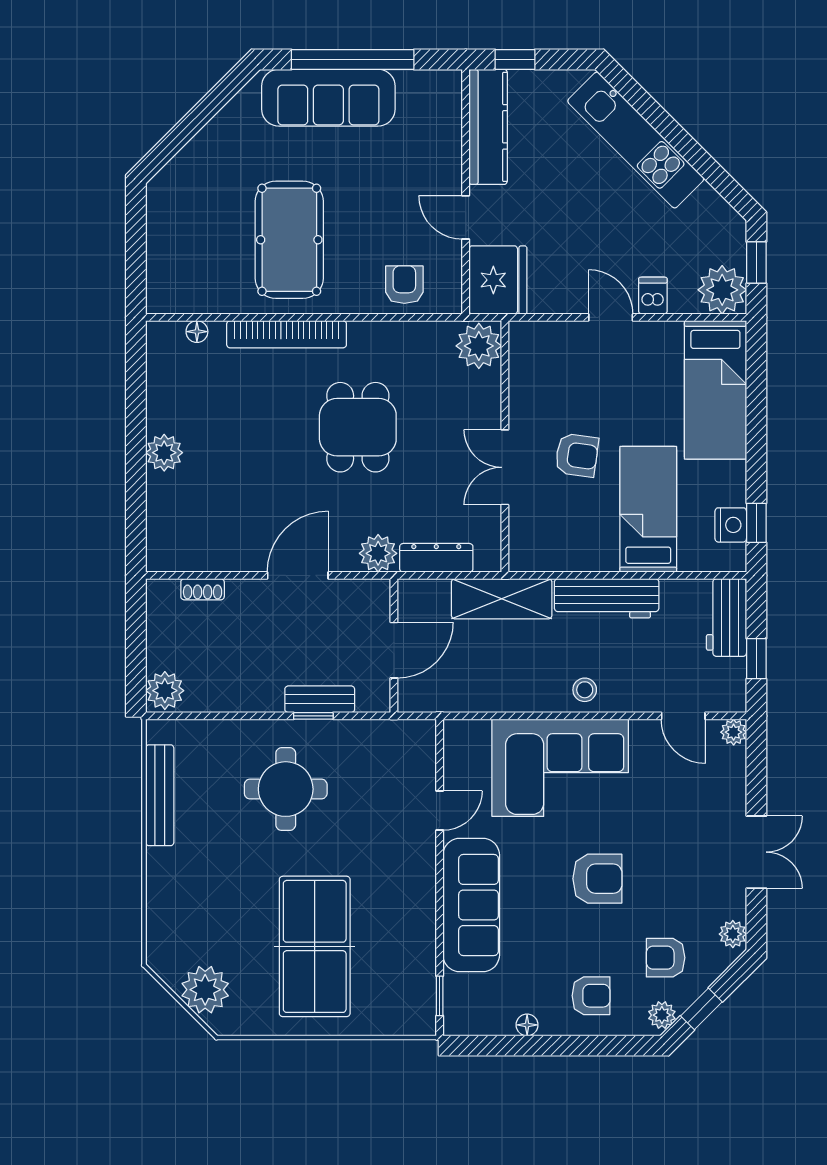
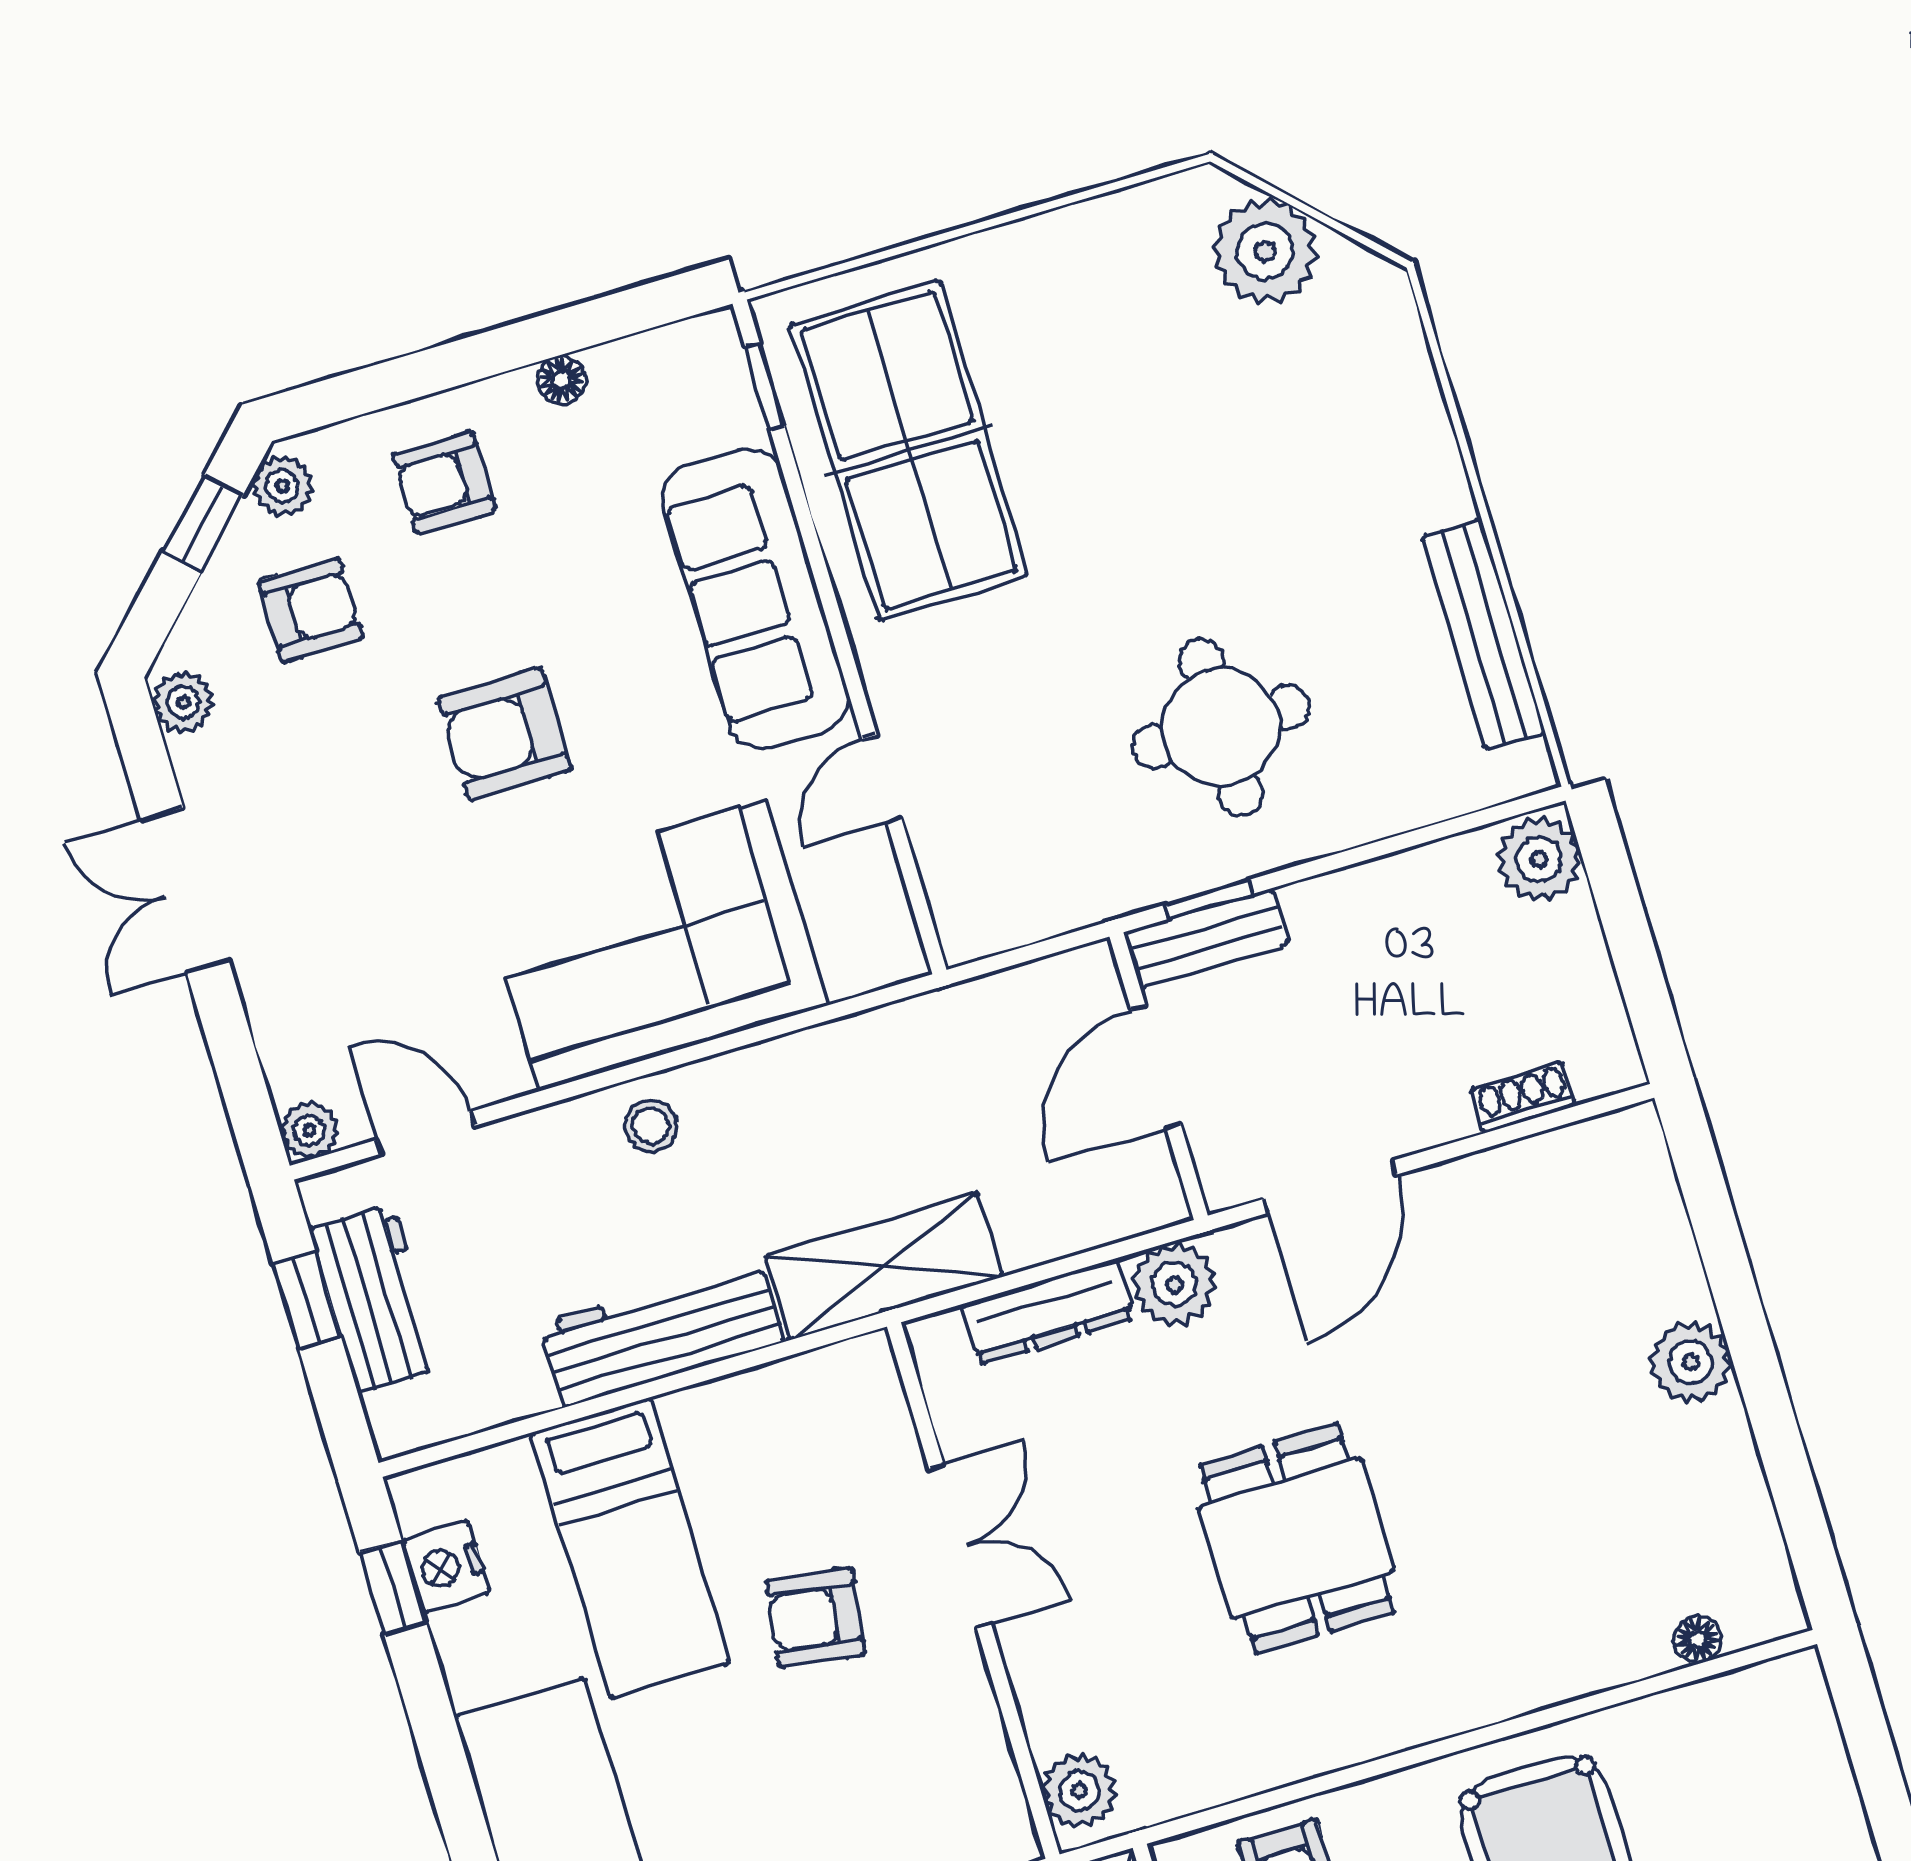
bookcase: (287, 334) -> (1506, 1690), removed
plant: (479, 346) -> (1079, 1791), width x0.73, depth x0.73
workbench: (726, 618) -> (375, 1298), moved
wall: (394, 646) -> (1159, 1076), moved
door: (394, 650) -> (1156, 1067), moved
table tennis table: (315, 946) -> (909, 450), moved

